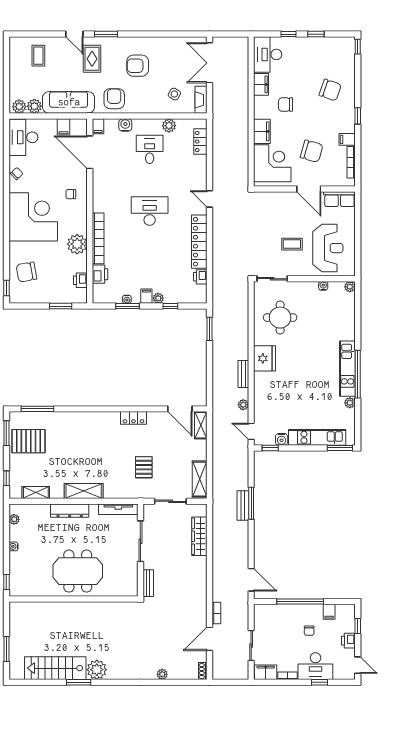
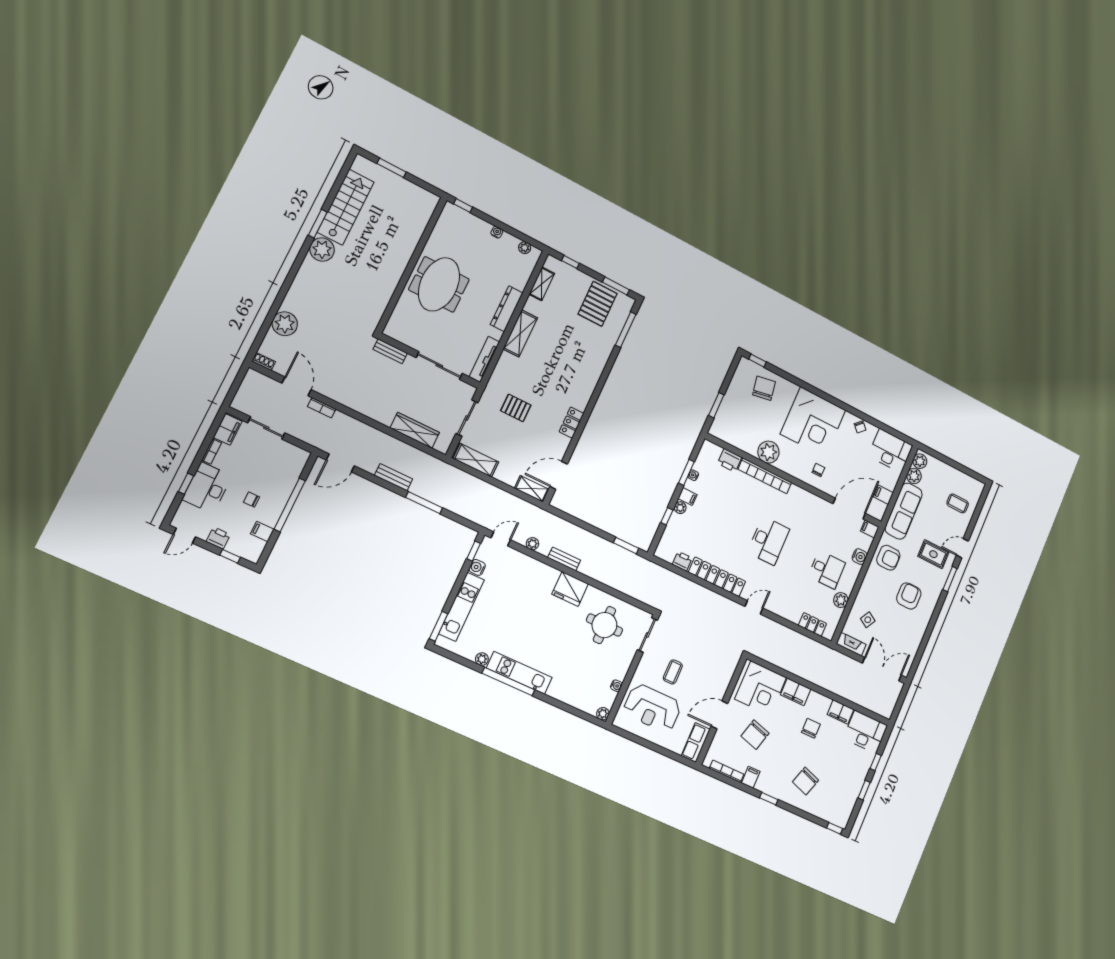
printer: (80, 280) -> (732, 438), removed
bench: (243, 505) -> (393, 477), moved
plant: (162, 674) -> (285, 324), width x1.88, depth x1.88

